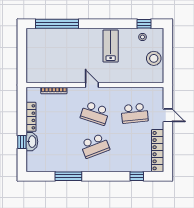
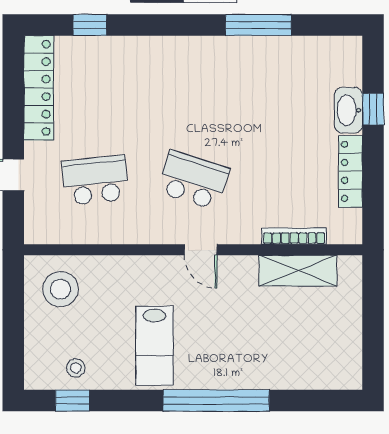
window: (57, 24) -> (216, 401), moved
stool: (154, 58) -> (60, 289), moved
shelving: (52, 77) -> (298, 271), added
school desk: (95, 146) -> (193, 100), removed

